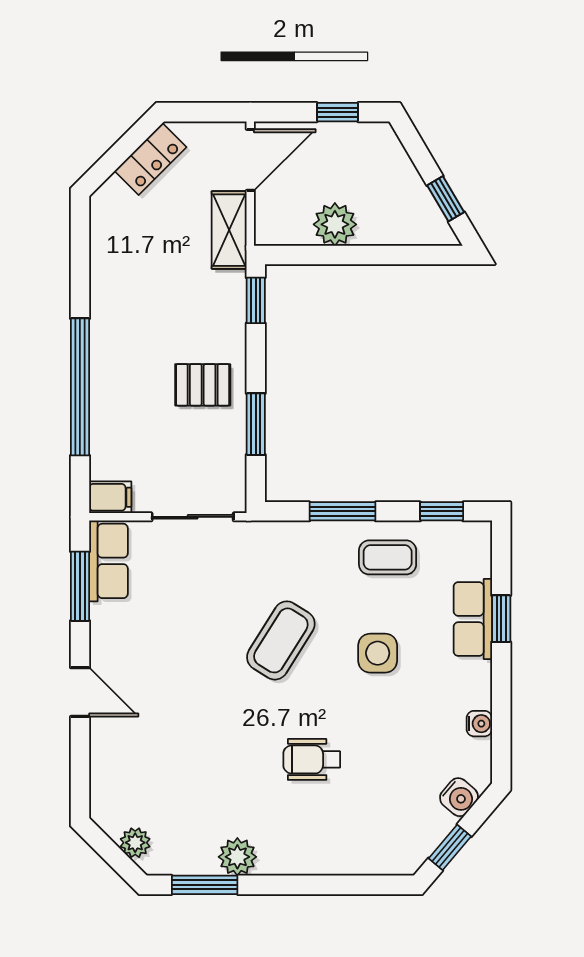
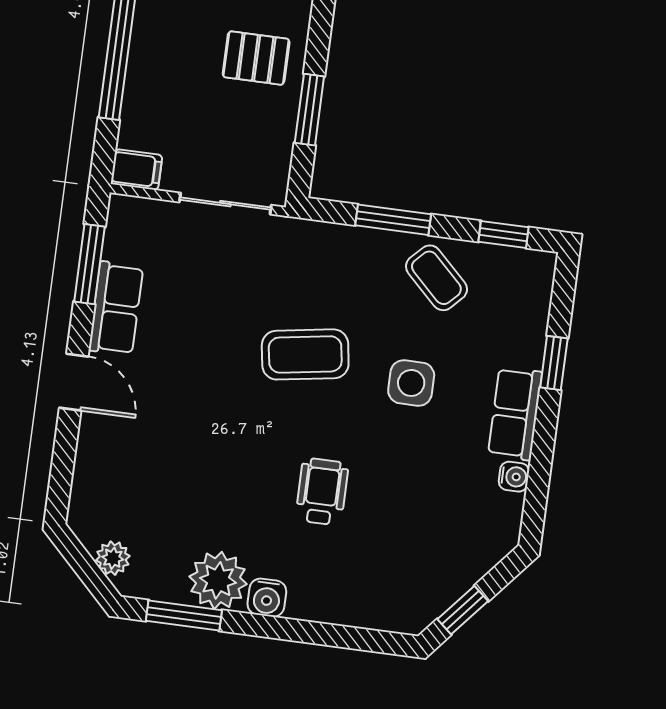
coffee table: (388, 557) -> (436, 278), turned 44
row of seats: (108, 561) -> (116, 308), moved
row of seats: (473, 619) -> (515, 414), moved
coffee table: (281, 640) -> (305, 354), turned 49
wheelchair: (312, 759) -> (322, 492), turned 90
water cooler: (459, 797) -> (267, 598), moved, turned 50
plant: (237, 857) -> (218, 580), width x1.36, depth x1.36

